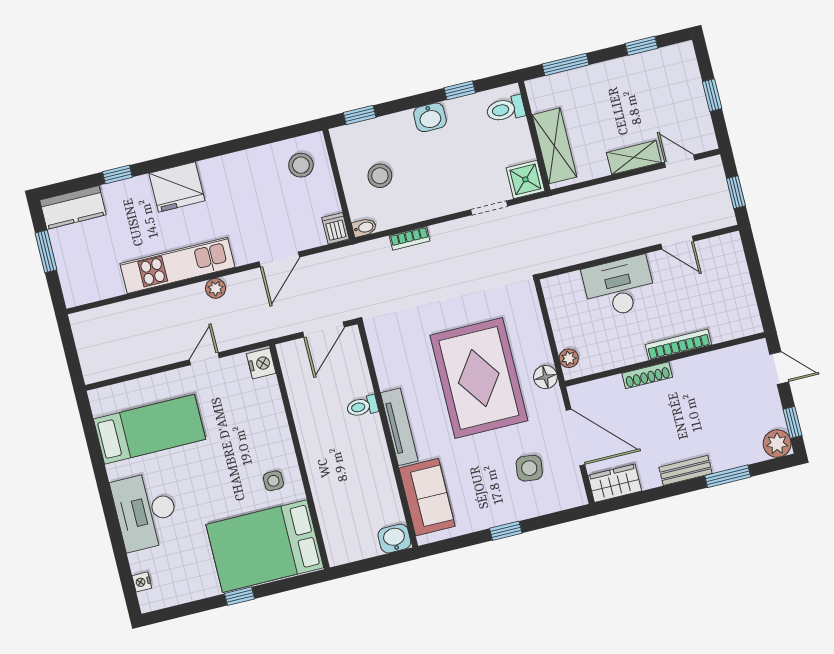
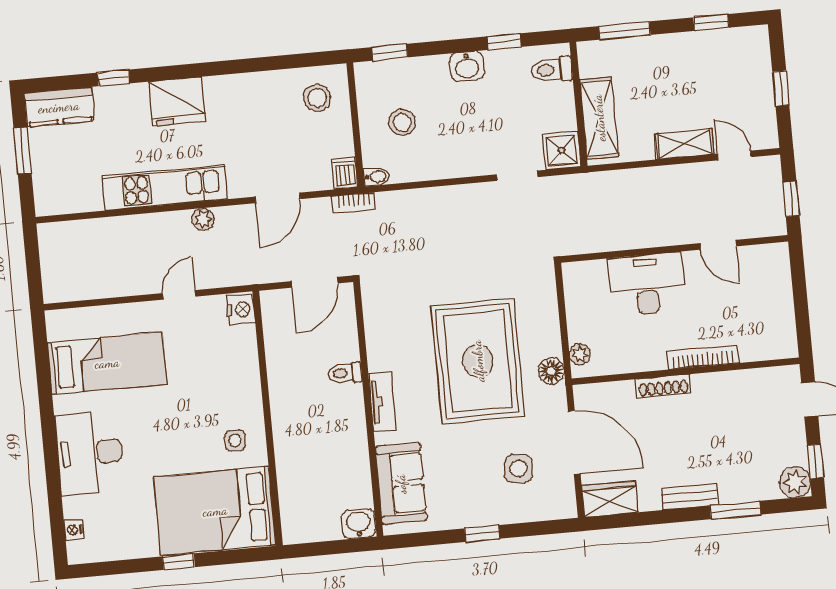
bookcase: (410, 238) -> (354, 203), moved
tv unit: (399, 427) -> (382, 402), width x0.71

